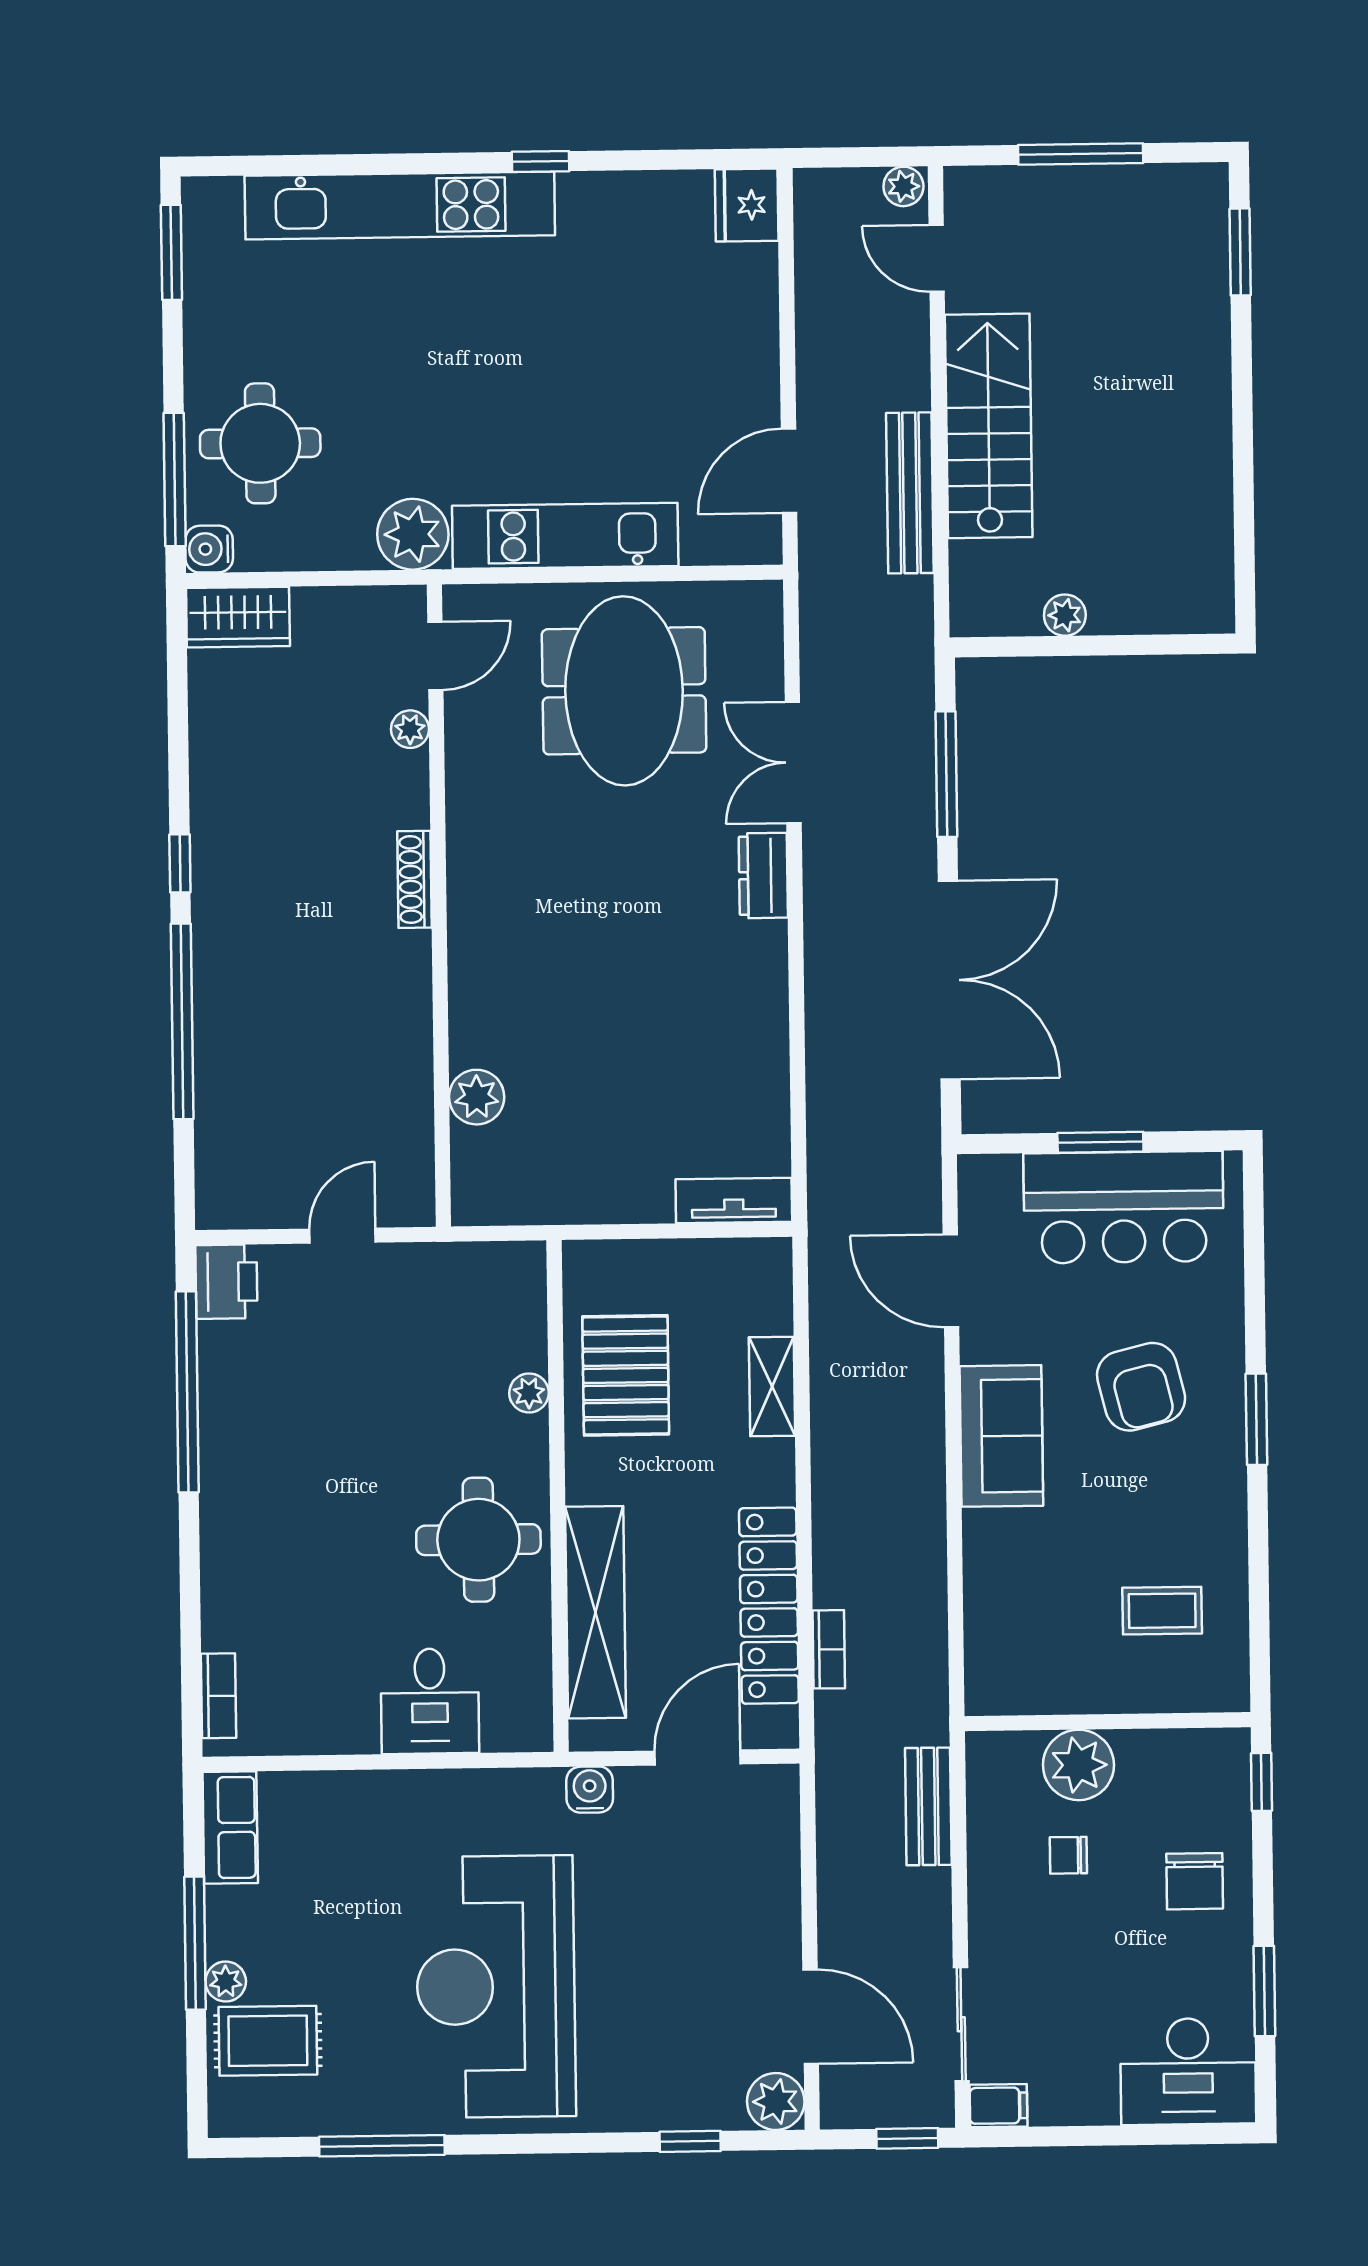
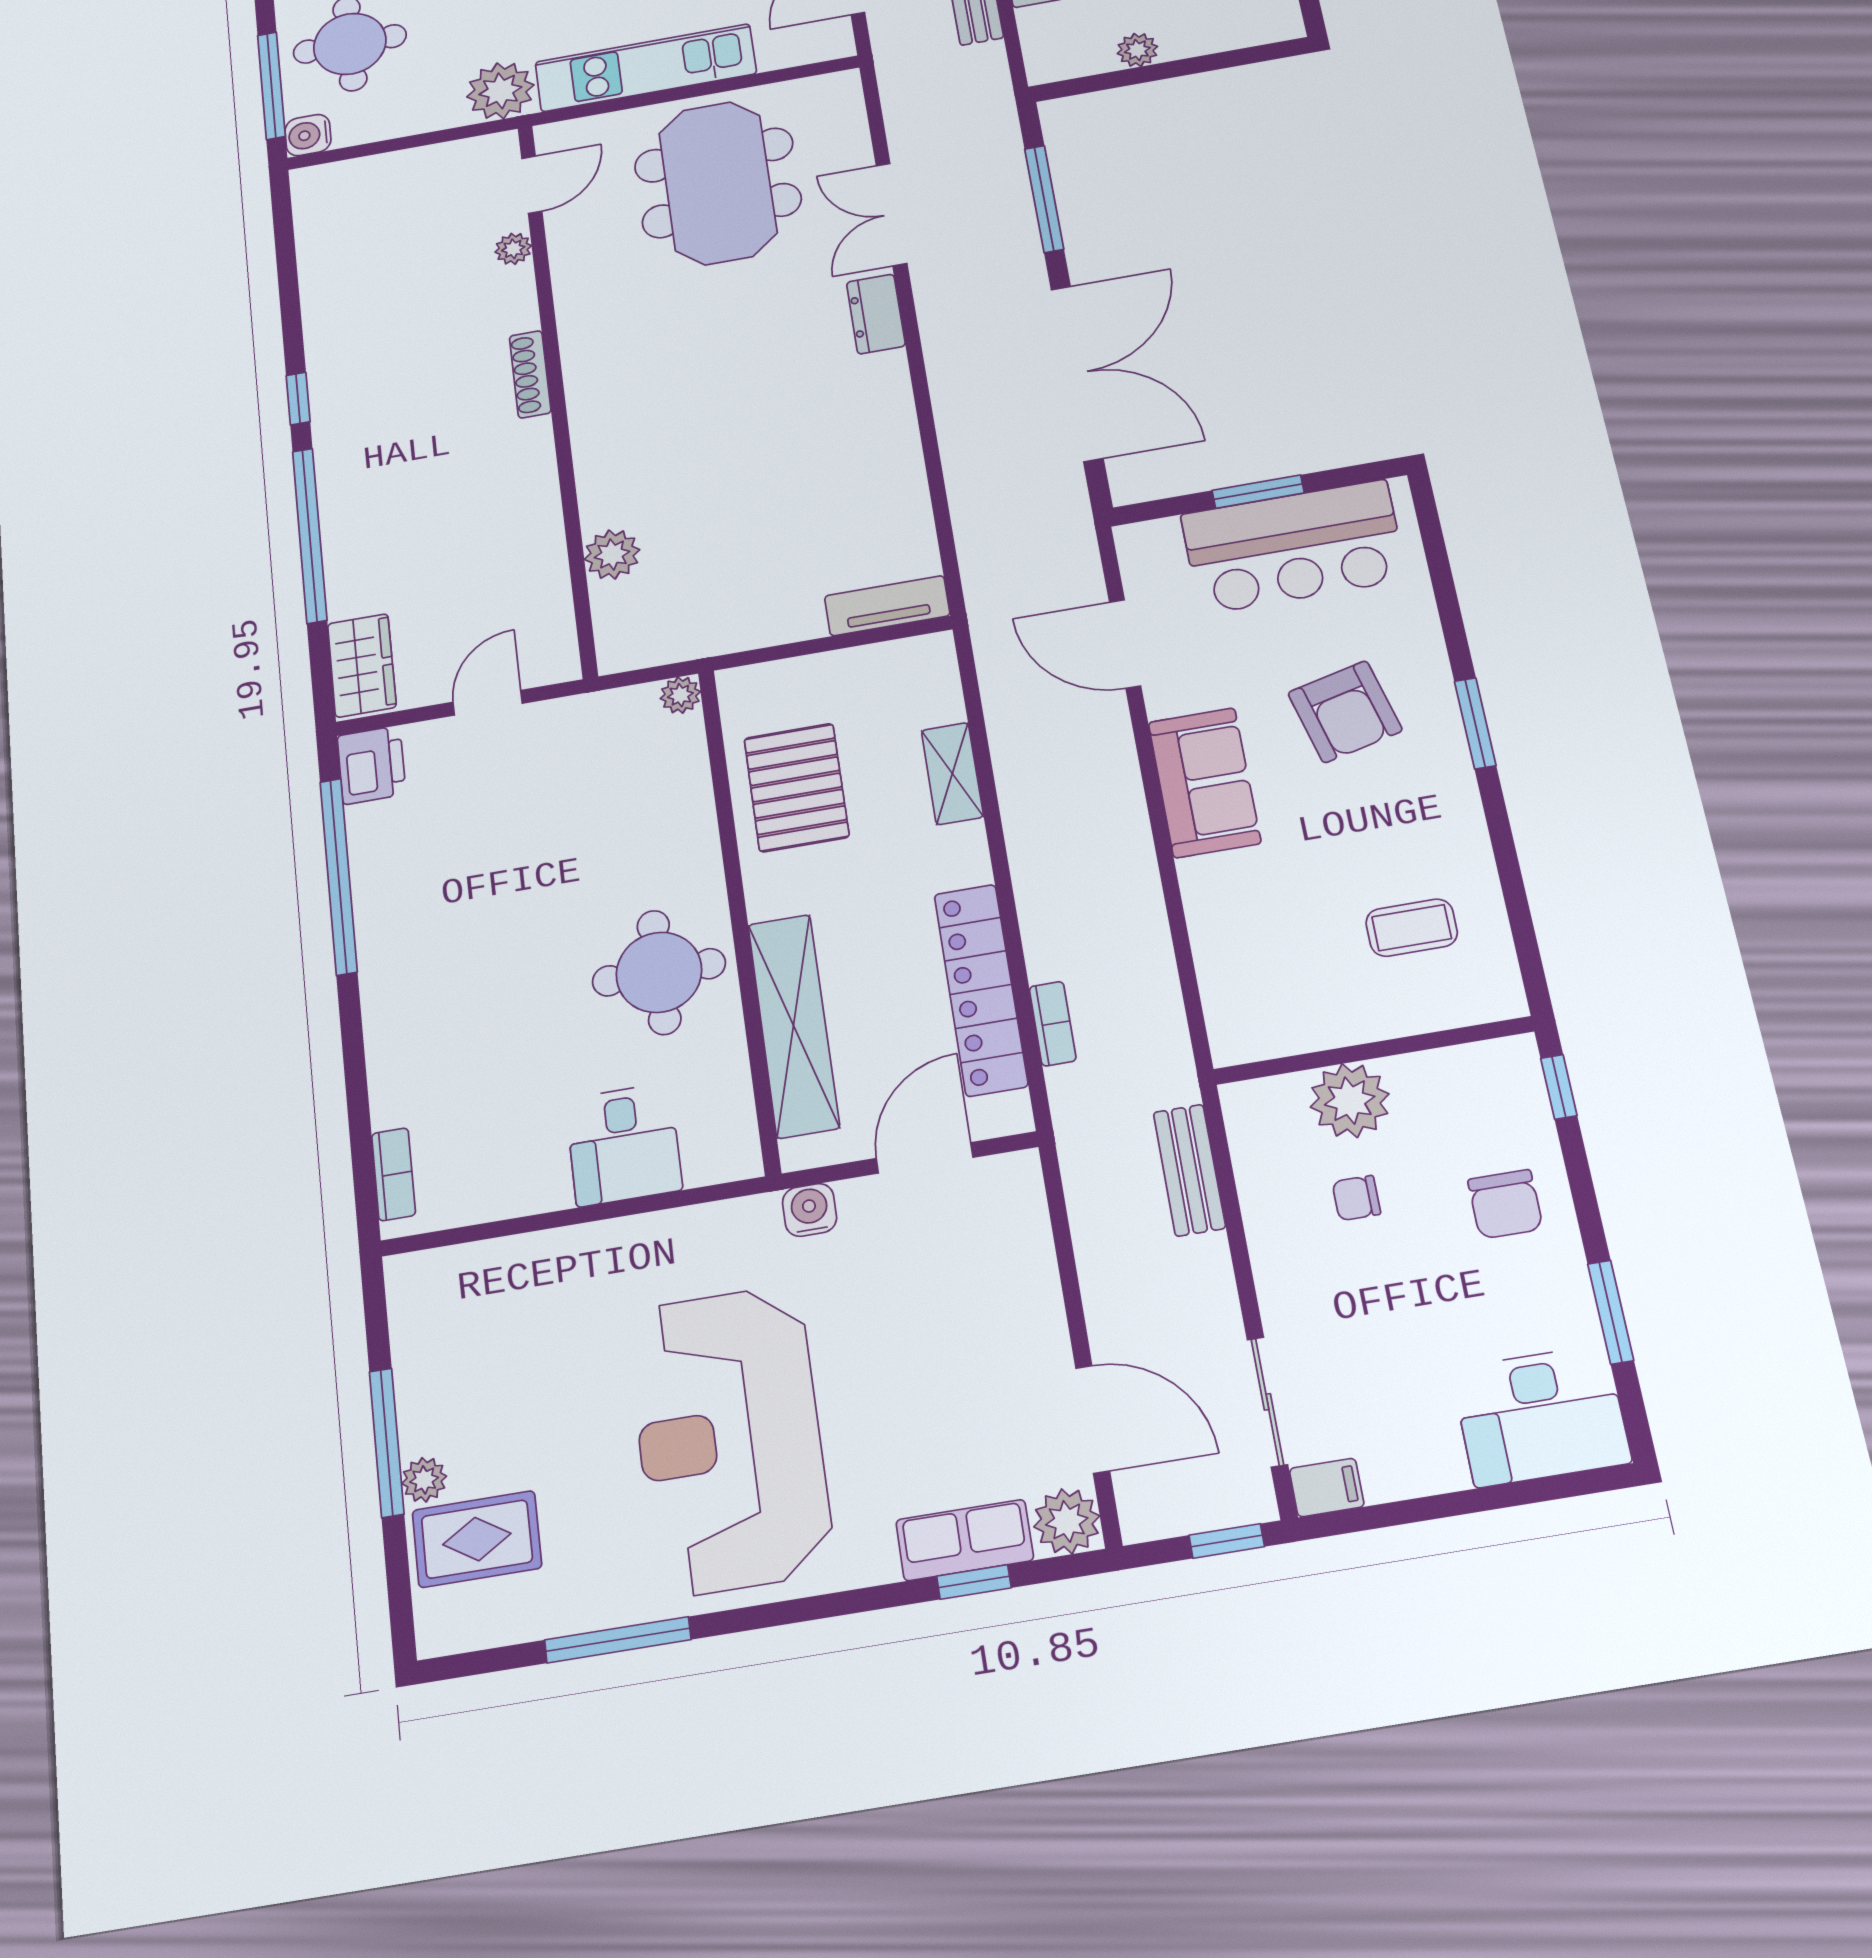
wardrobe: (238, 617) -> (362, 665), moved, turned -90
plant: (529, 1393) -> (680, 695), moved
row of seats: (230, 1828) -> (965, 1540), moved, turned -90

